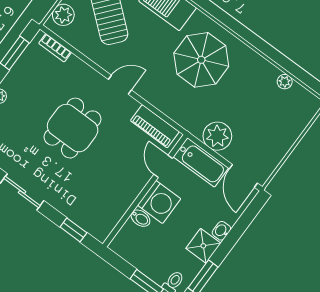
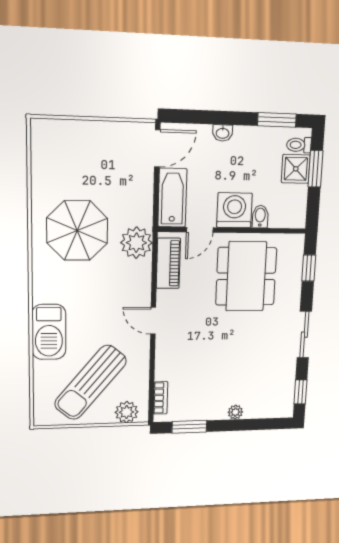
parasol: (201, 60) -> (77, 231), moved
plant: (285, 82) -> (39, 172), removed
dining table: (73, 128) -> (246, 276), moved, width x1.38
plant: (217, 136) -> (136, 243), moved
shower: (203, 246) -> (296, 169), moved

